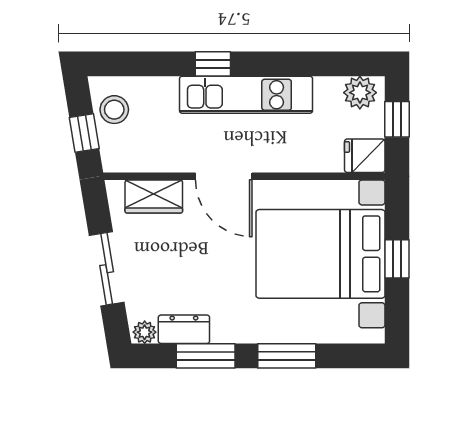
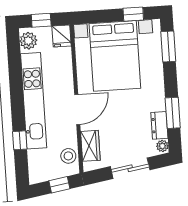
window: (213, 64) -> (20, 140), moved
kitchen unit: (246, 95) -> (34, 101), width x1.36
stool: (114, 110) -> (68, 156), moved
window: (397, 259) -> (133, 14), moved
window: (287, 356) -> (168, 47), moved

